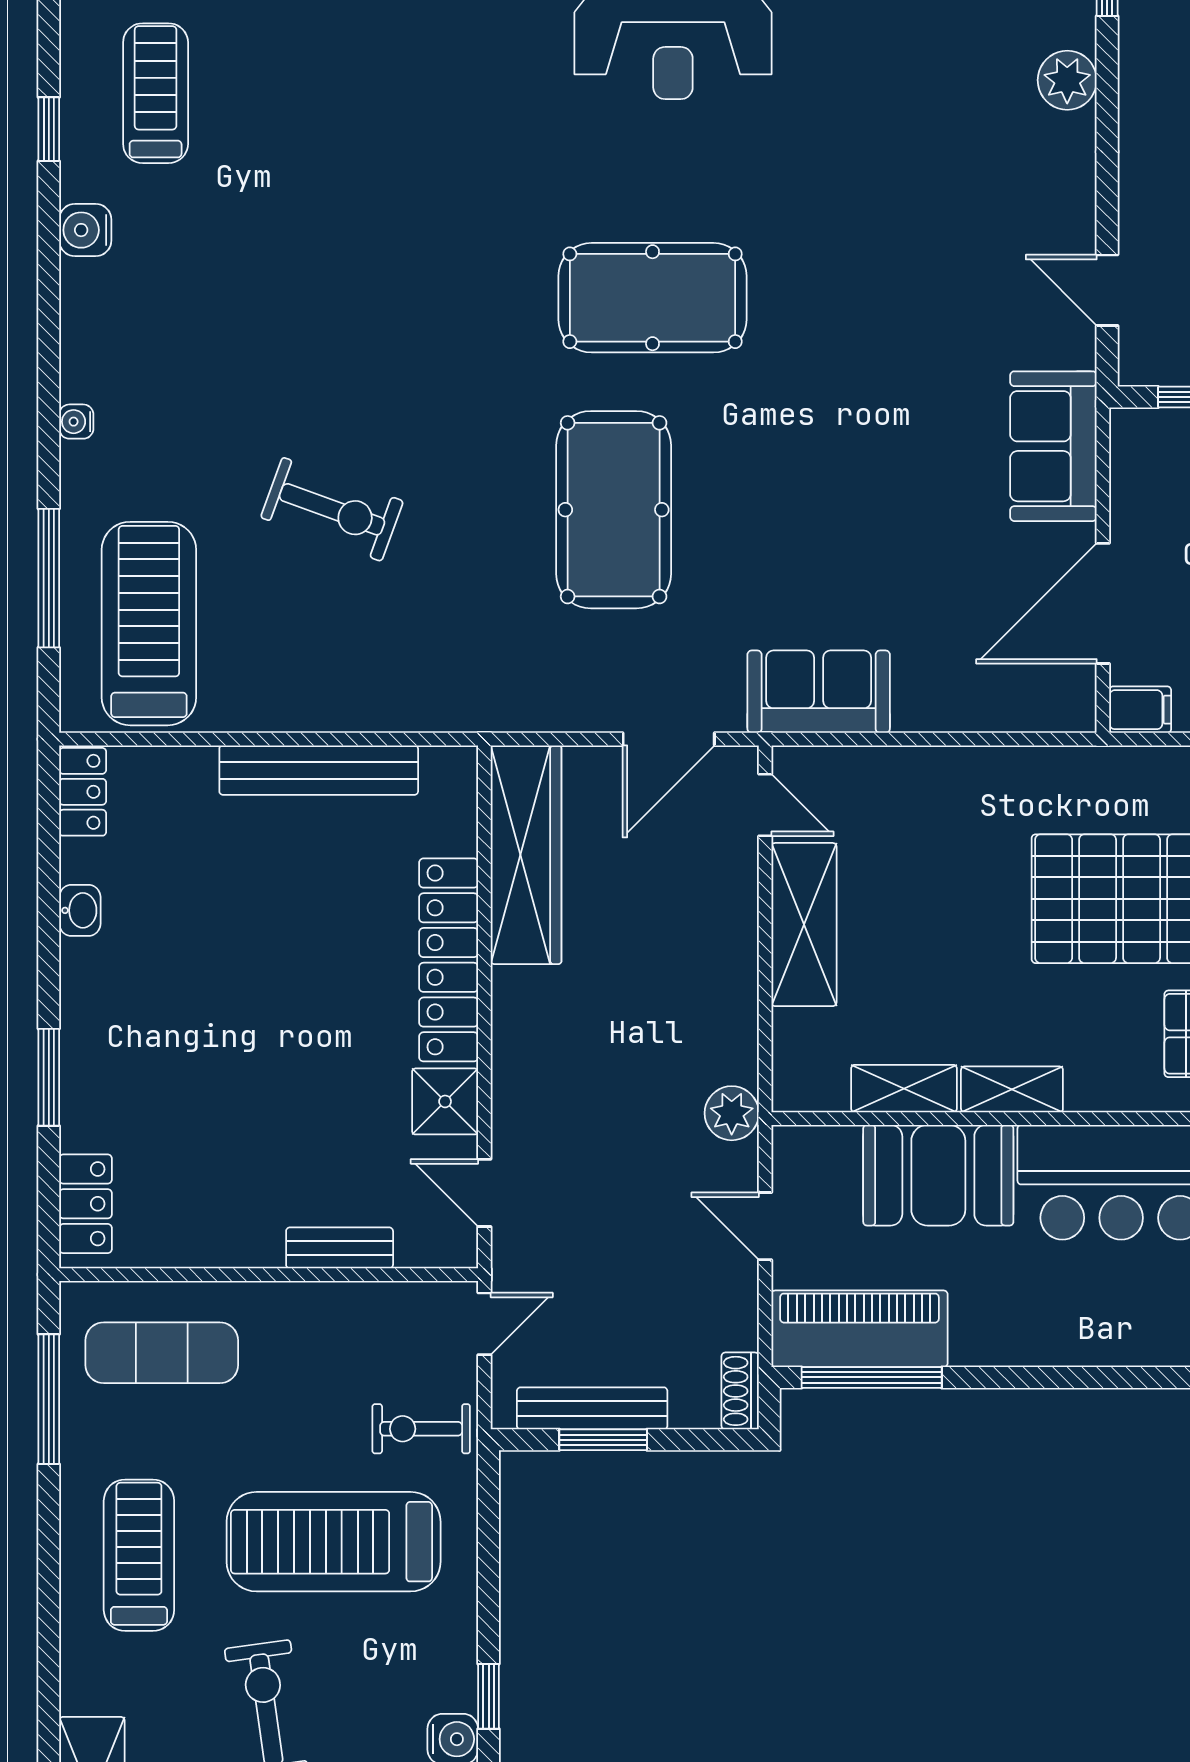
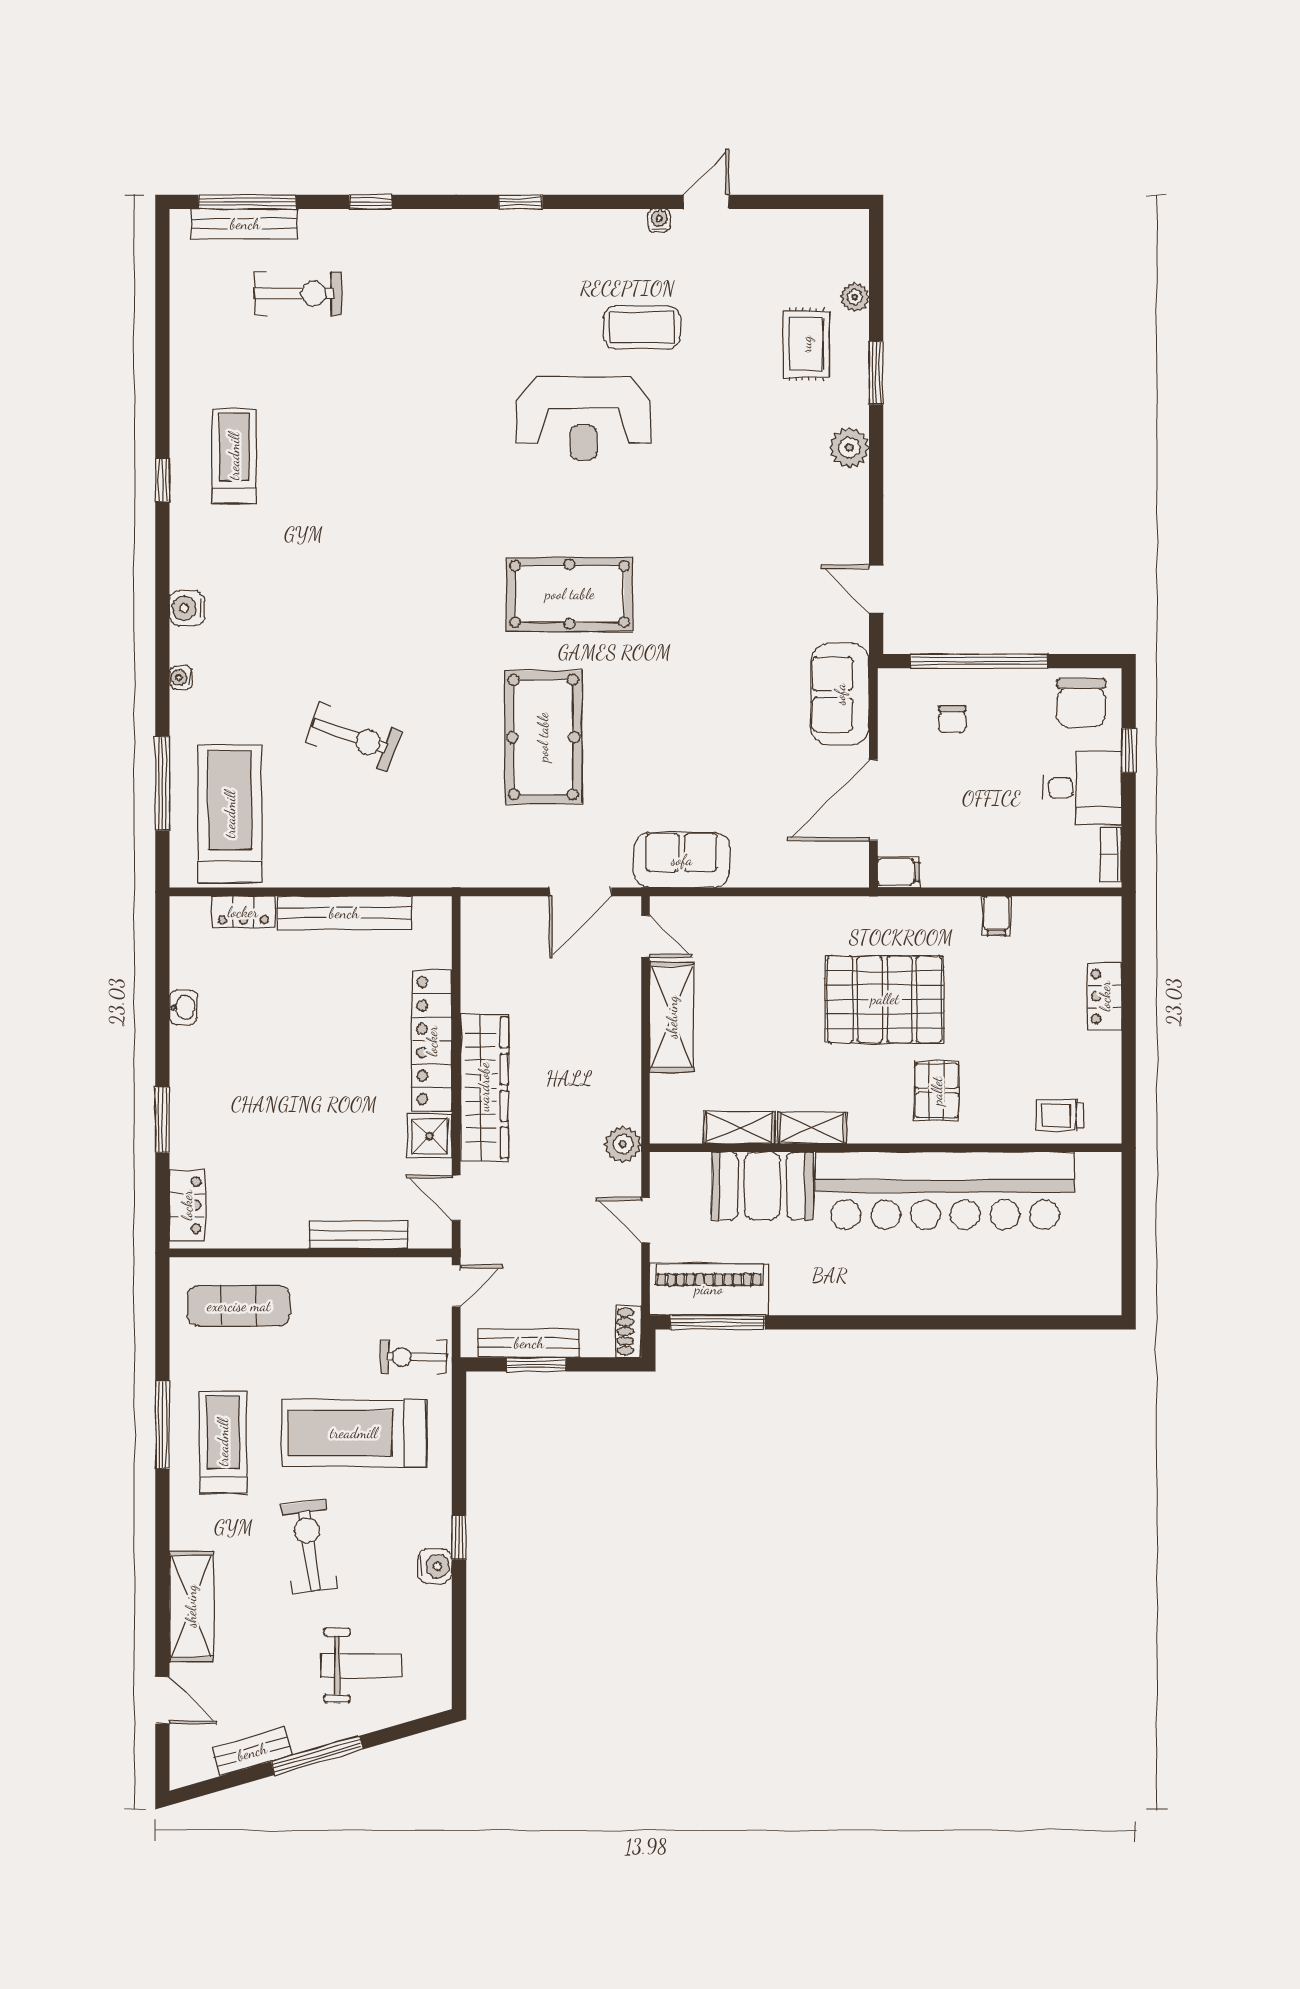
water cooler: (85, 230) -> (187, 608), moved
locker: (83, 792) -> (243, 912), moved, turned 90
wardrobe: (526, 855) -> (484, 1087), moved
bench: (340, 1248) -> (358, 1235), width x1.36
window: (49, 1399) -> (162, 1425), moved

